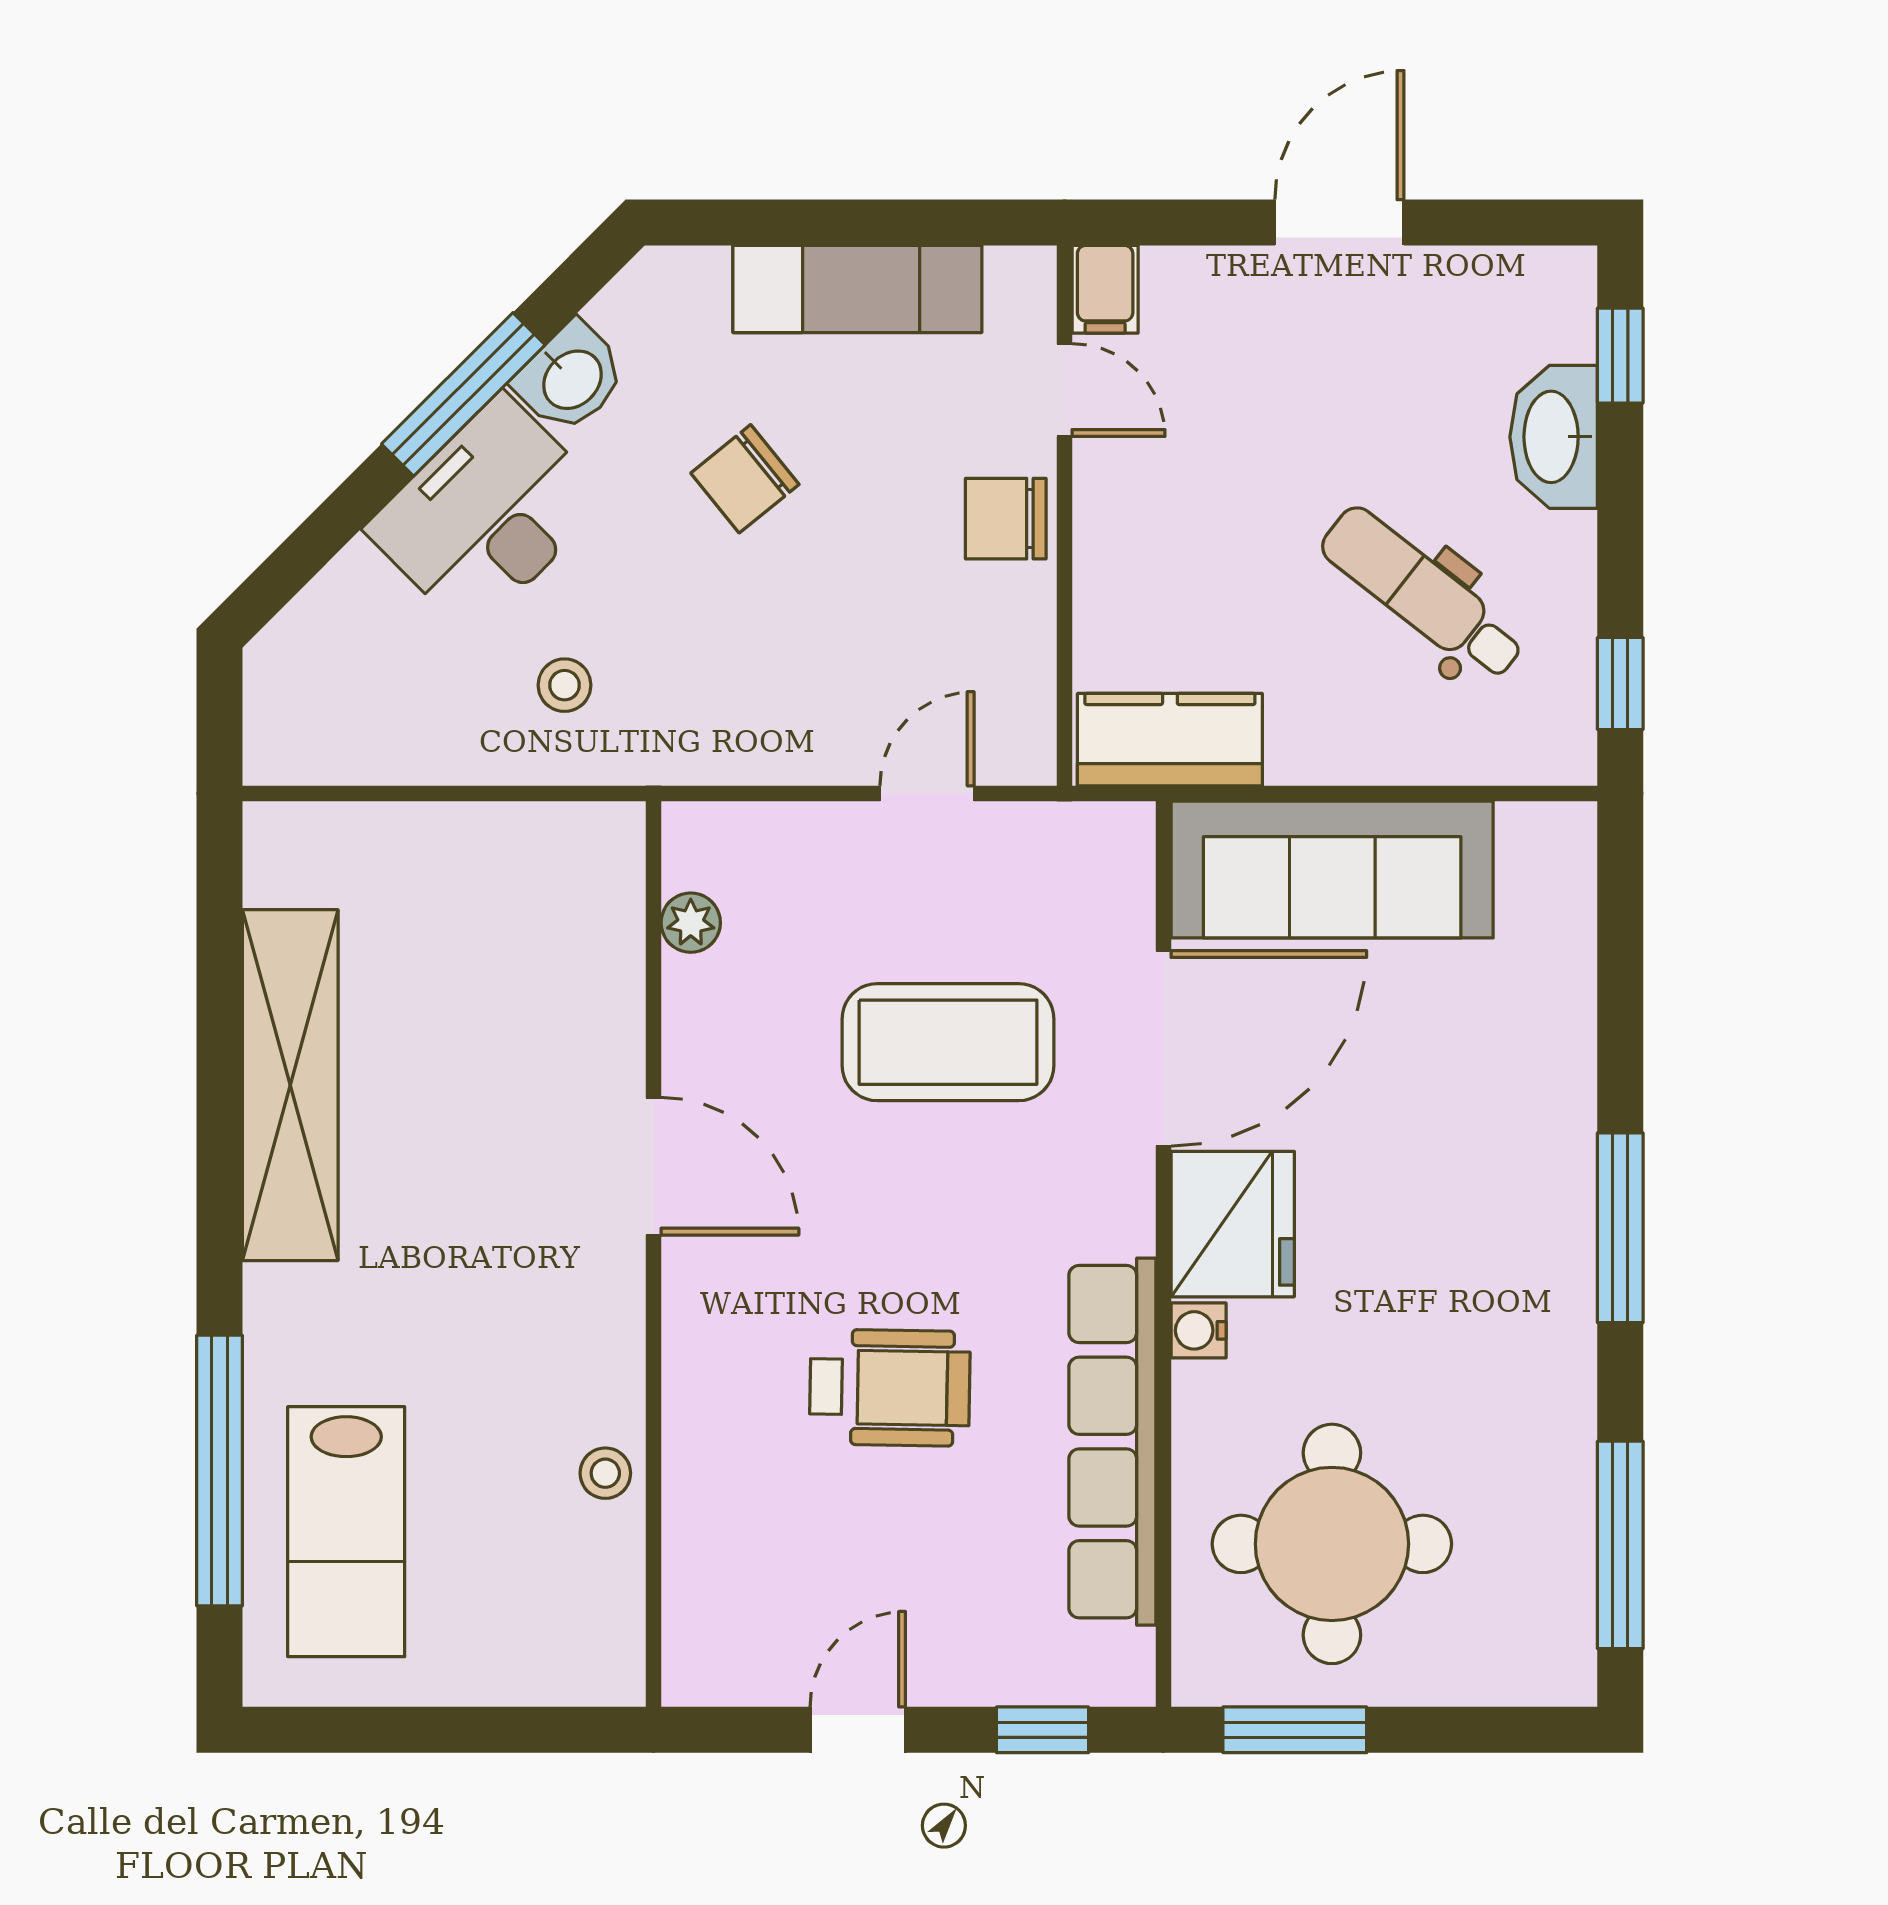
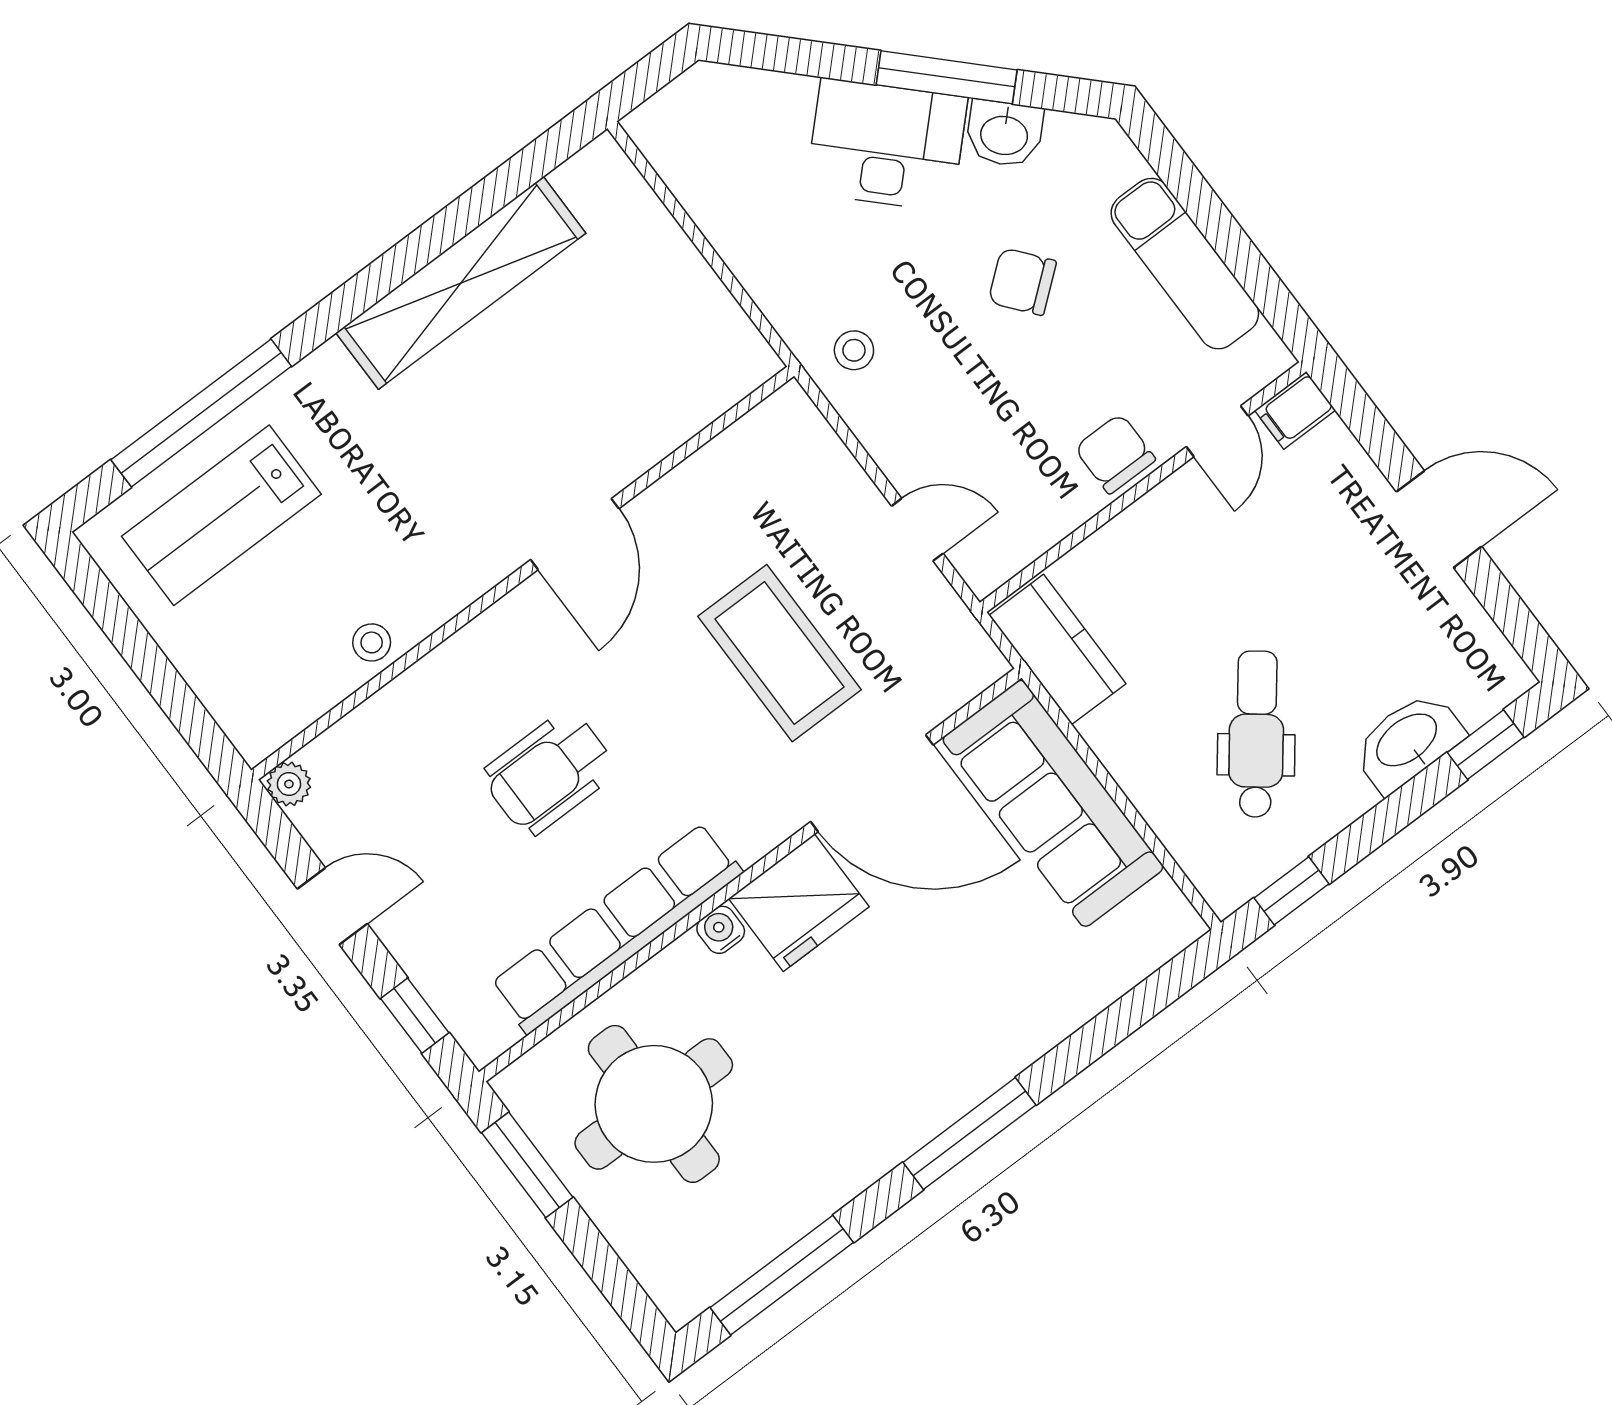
stool: (565, 685) -> (854, 350), moved
plant: (691, 923) -> (289, 784), moved
wheelchair: (890, 1388) -> (549, 773), turned 89

